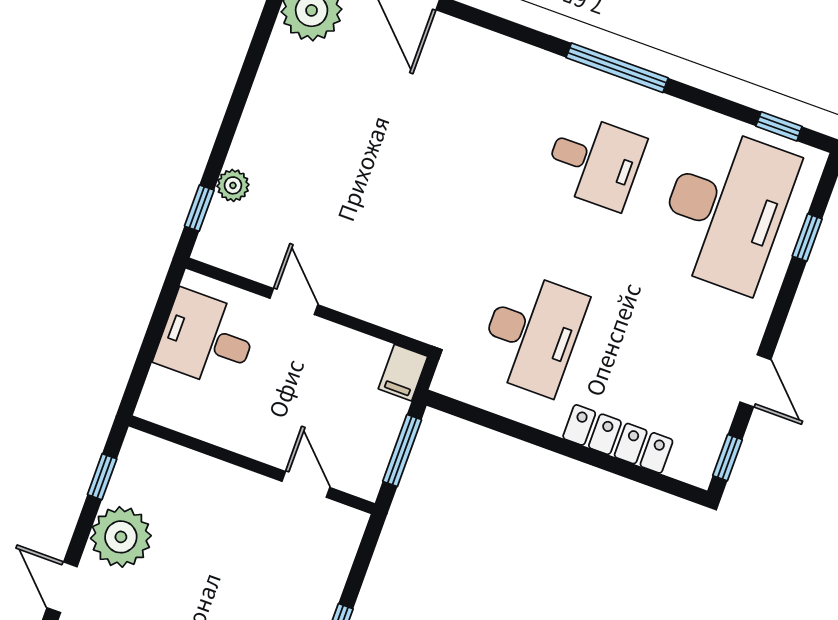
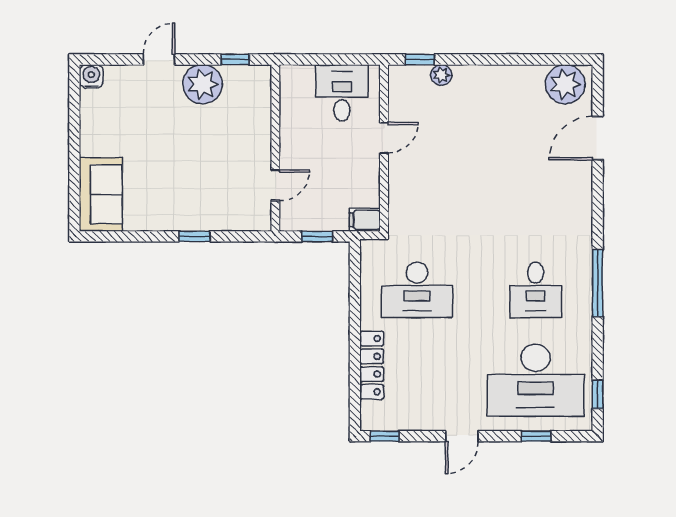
door: (755, 381) -> (462, 436), moved
window: (402, 451) -> (317, 236), width x0.67

